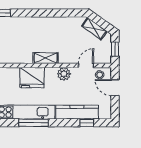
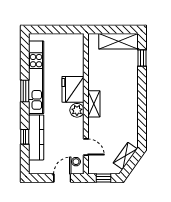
plant: (64, 74) -> (77, 110), moved
window: (34, 123) -> (25, 91), width x0.69
window: (87, 123) -> (25, 137), moved

